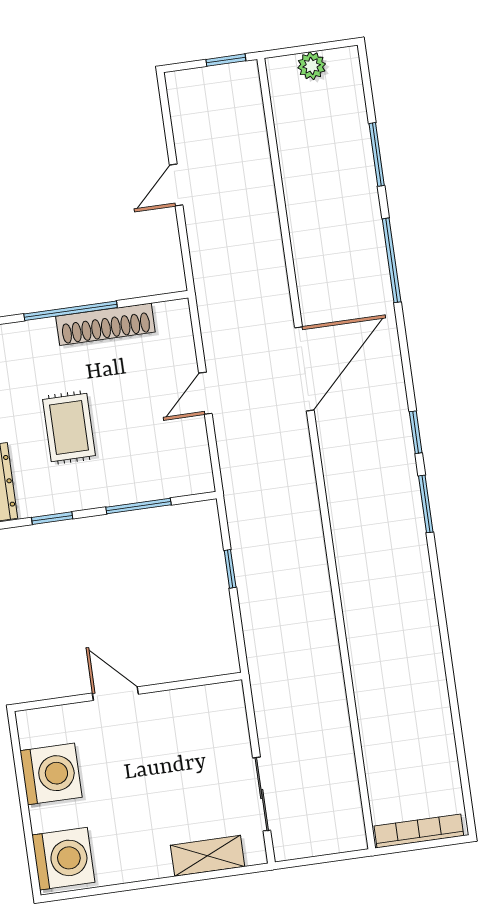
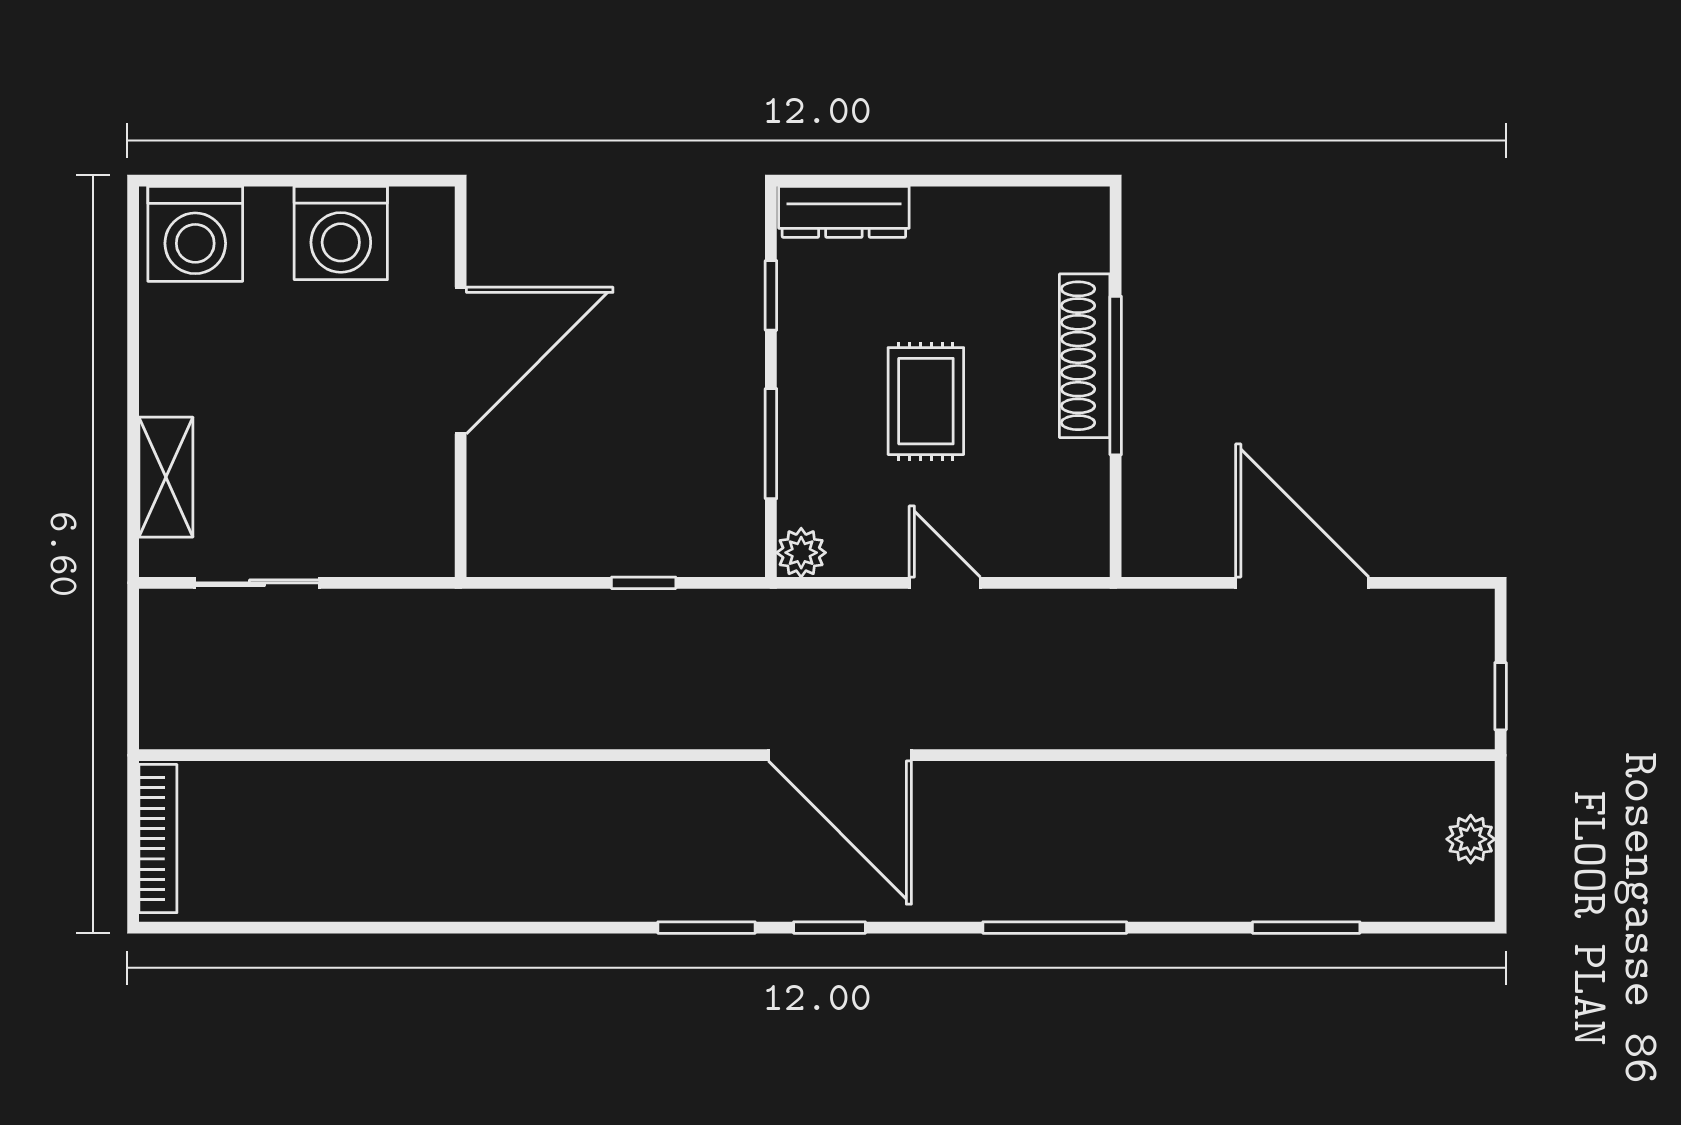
door: (176, 185) -> (1302, 583), width x1.87
window: (392, 260) -> (1055, 928), moved
shoe rack: (105, 324) -> (1085, 356), moved
door: (304, 369) -> (840, 755), moved
rug: (69, 428) -> (926, 401), moved, turned 90
plant: (200, 479) -> (801, 553), added
door: (115, 694) -> (461, 361), width x1.88

